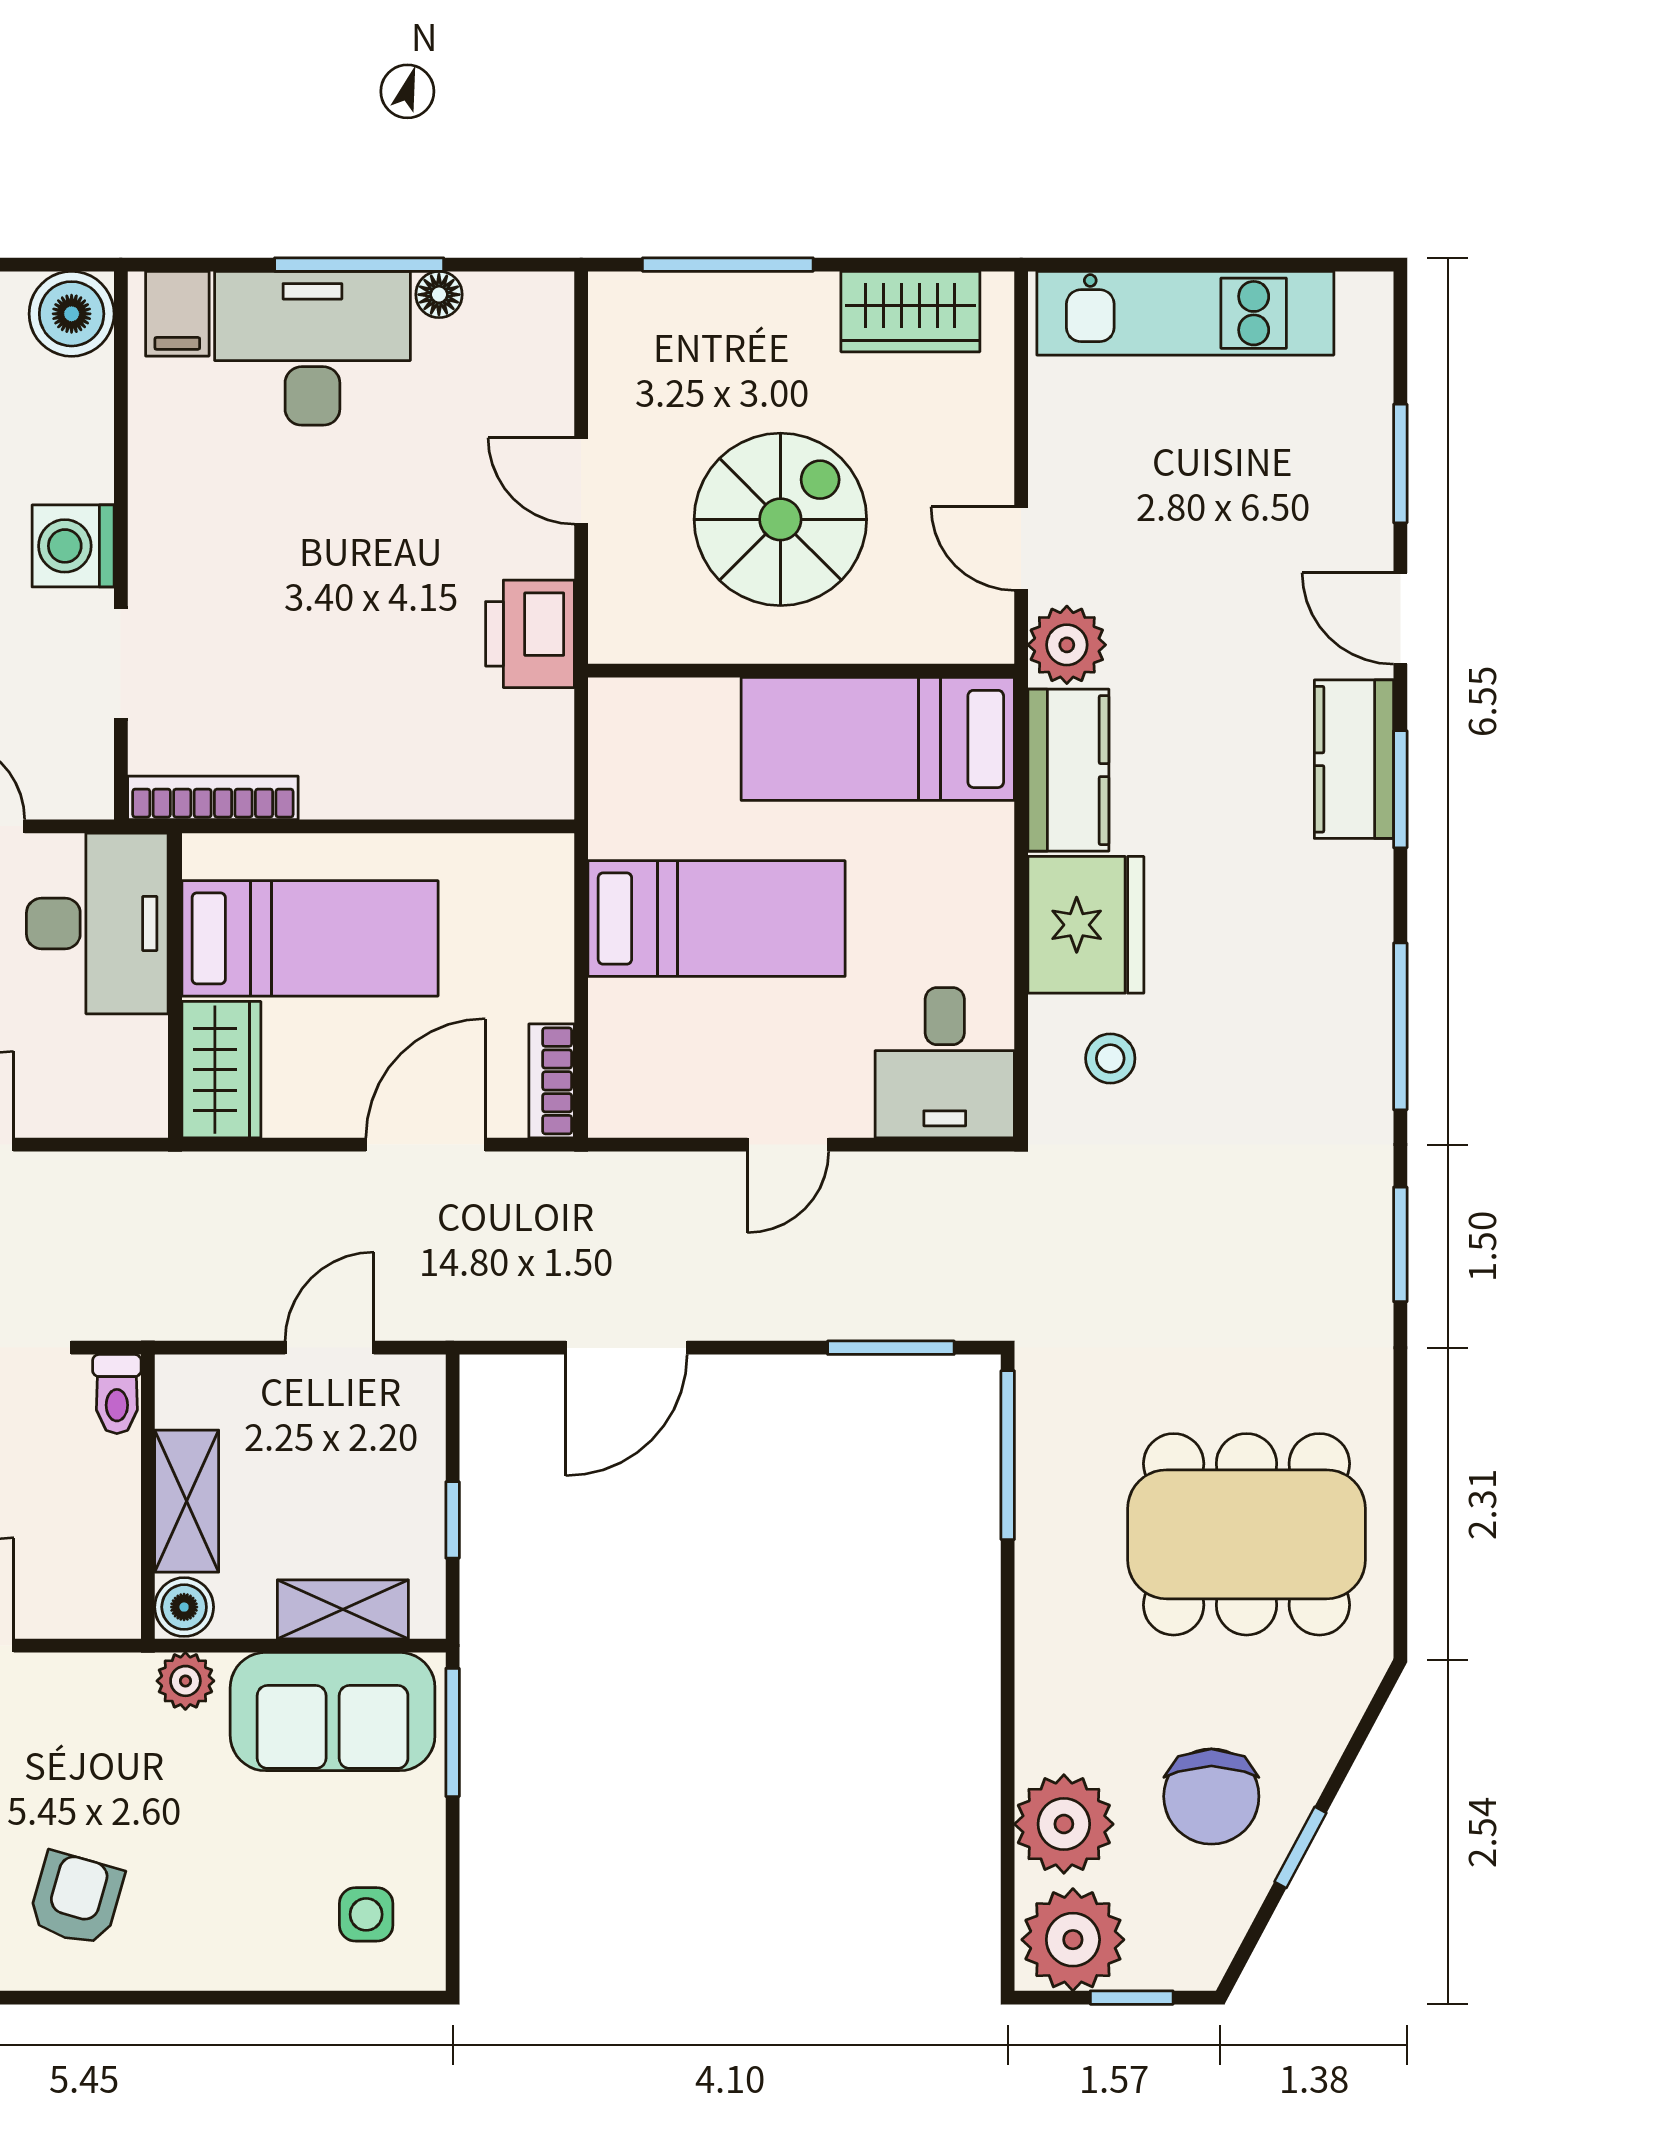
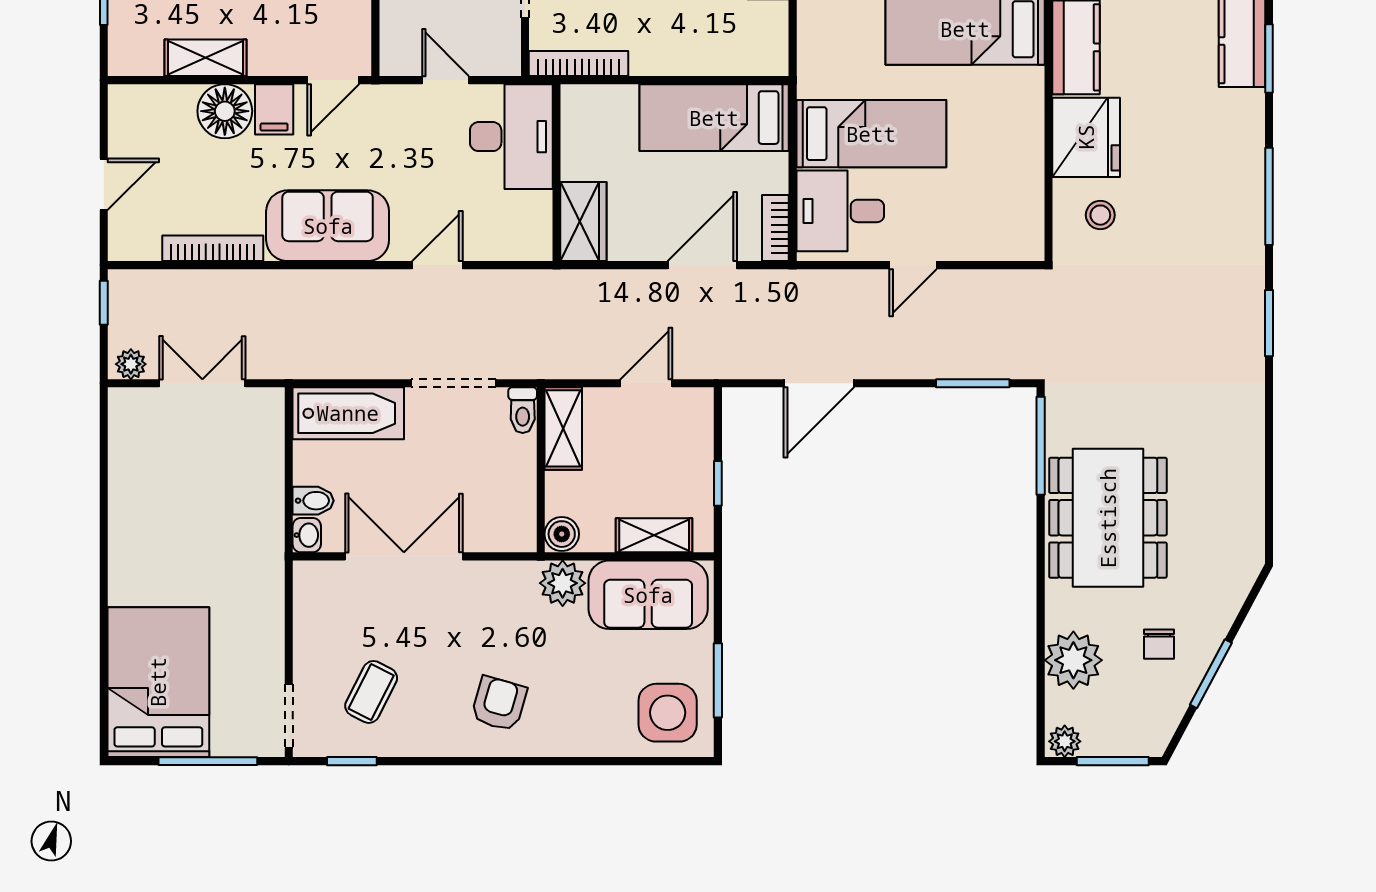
bed: (310, 938) -> (714, 118), moved, turned 180
desk: (945, 1063) -> (840, 211), moved, turned 90
shelving: (187, 1501) -> (563, 428), moved
dining table: (1246, 1534) -> (1108, 518), moved, turned 90
plant: (185, 1681) -> (563, 583), width x1.38, depth x1.38
window: (453, 1732) -> (718, 680), moved
chair: (1211, 1796) -> (1159, 644), width x0.54, depth x0.54
window: (1300, 1847) -> (1211, 674), width x1.50
side table: (366, 1914) -> (668, 713), width x1.87, depth x1.87
plant: (1073, 1940) -> (1065, 741), width x0.53, depth x0.53
window: (1132, 1998) -> (1113, 761), width x1.50

